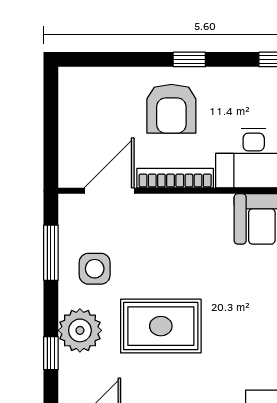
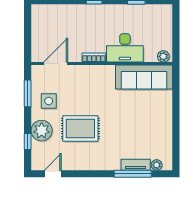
armchair: (171, 109) -> (85, 24), removed
bookcase: (175, 178) -> (94, 58), width x0.64

